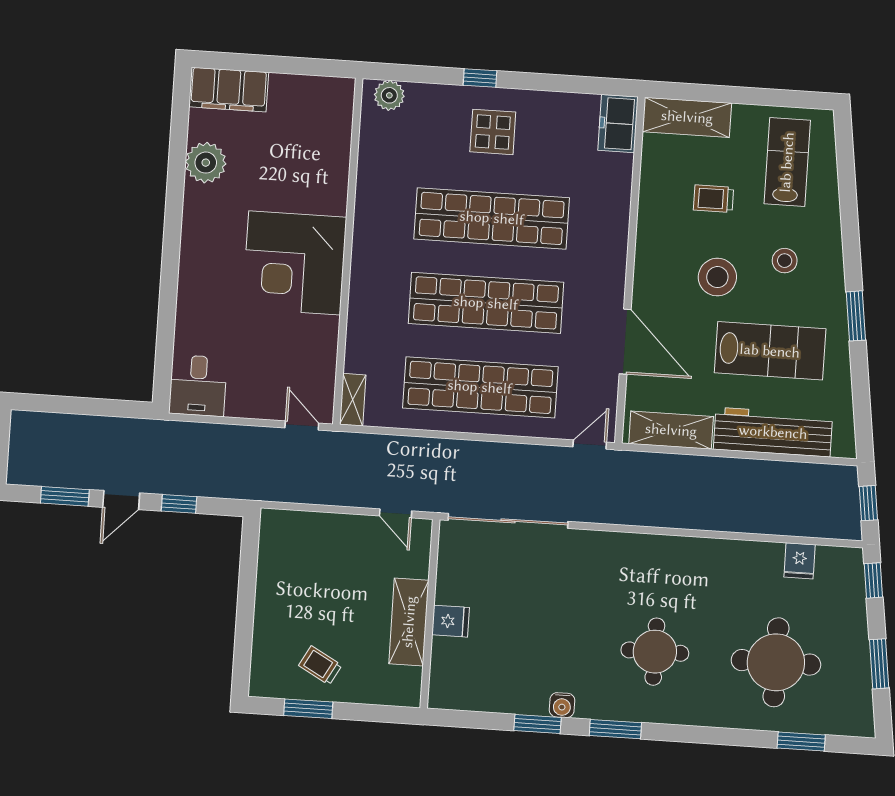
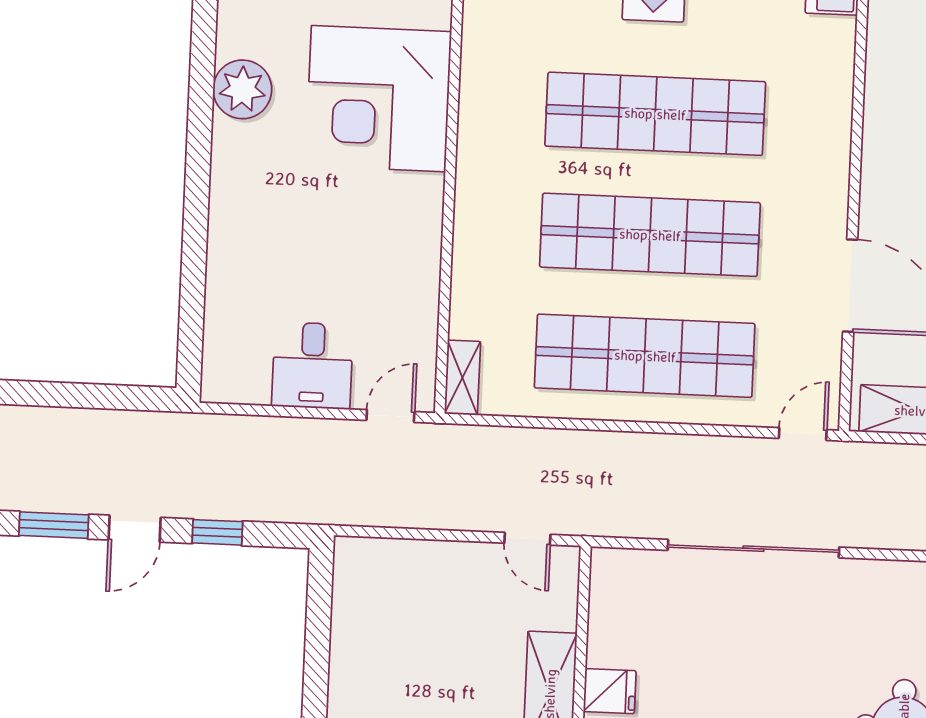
plant: (206, 163) -> (242, 89), moved
corner desk: (294, 263) -> (378, 99), moved
desk: (198, 386) -> (312, 366), moved
door: (302, 425) -> (390, 416), hinge flipped
sliding door: (508, 521) -> (753, 549), moved

